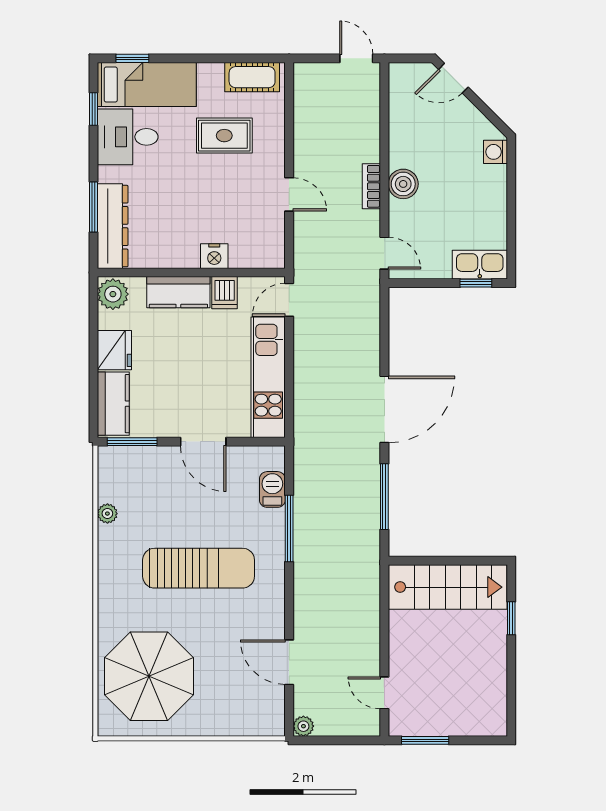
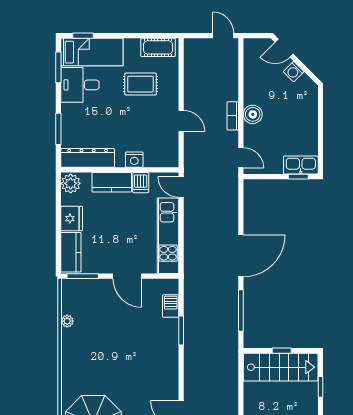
window: (93, 109) -> (58, 67), width x1.50
washing machine: (495, 152) -> (294, 72), moved, turned -45
dresser: (113, 226) -> (88, 158), moved, turned -90
door: (289, 300) -> (181, 187), hinge flipped
window: (289, 529) -> (181, 331), width x0.69
window: (449, 561) -> (282, 351), added
sun lounger: (199, 568) -> (124, 355), removed

